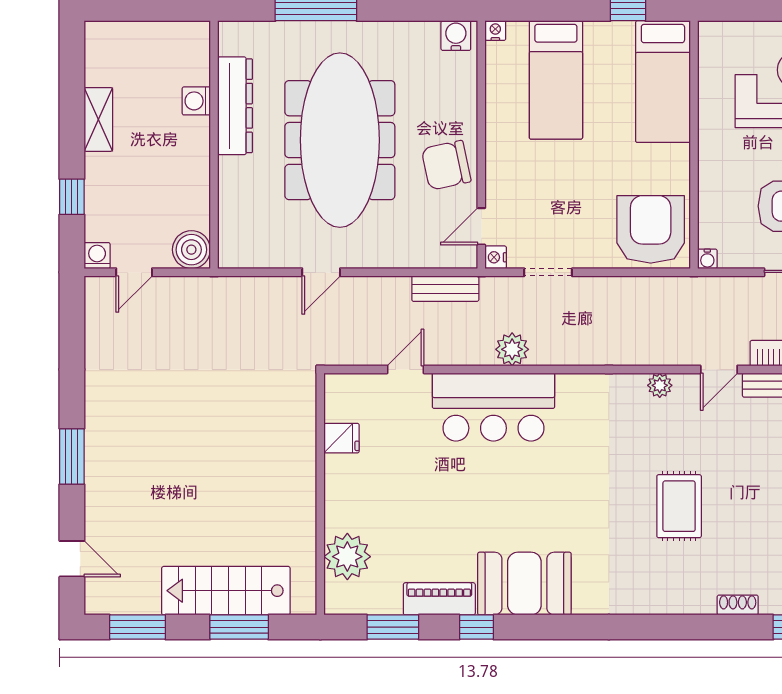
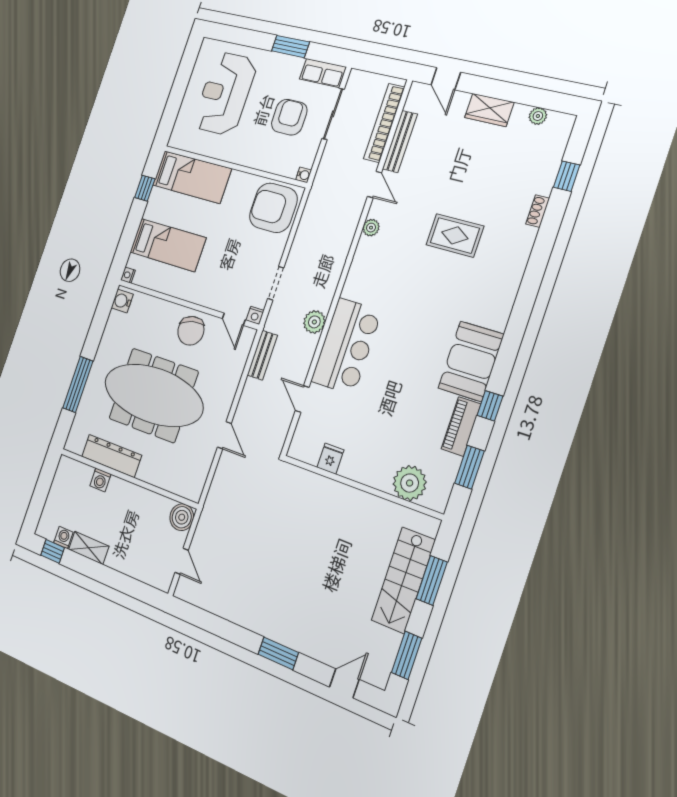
window: (72, 197) -> (53, 551), moved
washing machine: (97, 256) -> (63, 538), moved, turned 90

